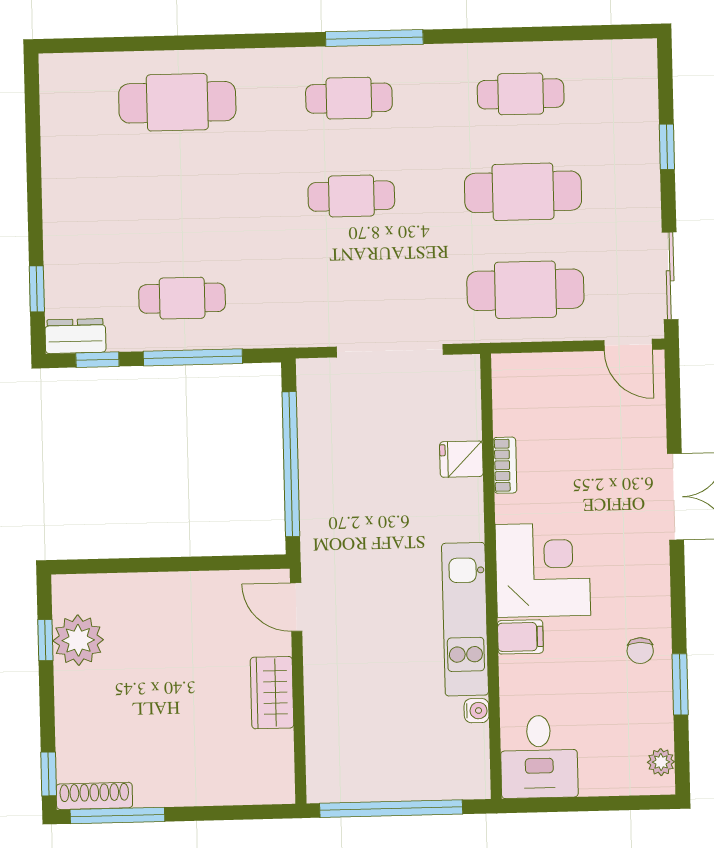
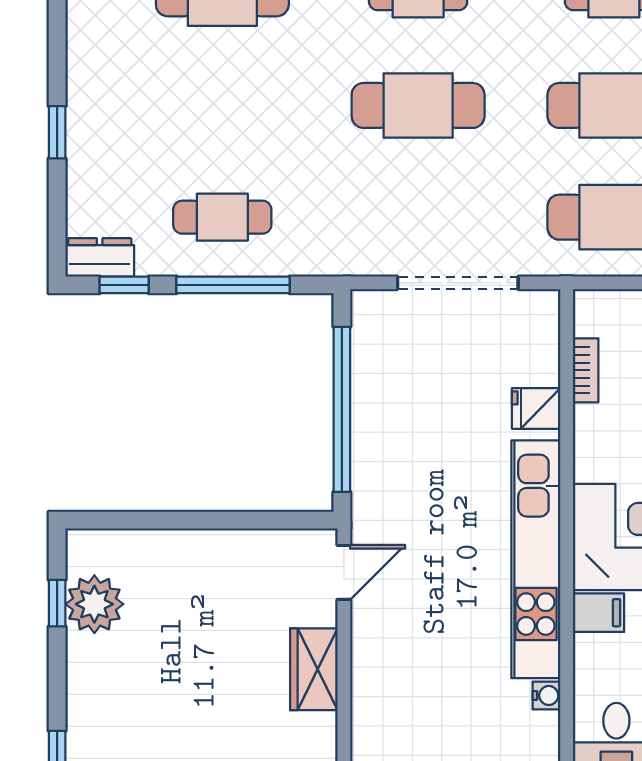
cafe table: (351, 196) -> (418, 105), width x1.37, depth x1.35
window: (37, 289) -> (57, 132), moved
bookcase: (505, 465) -> (586, 370), moved
door: (296, 607) -> (344, 572), swing flipped
kitchen unit: (465, 619) -> (536, 559), width x1.36

